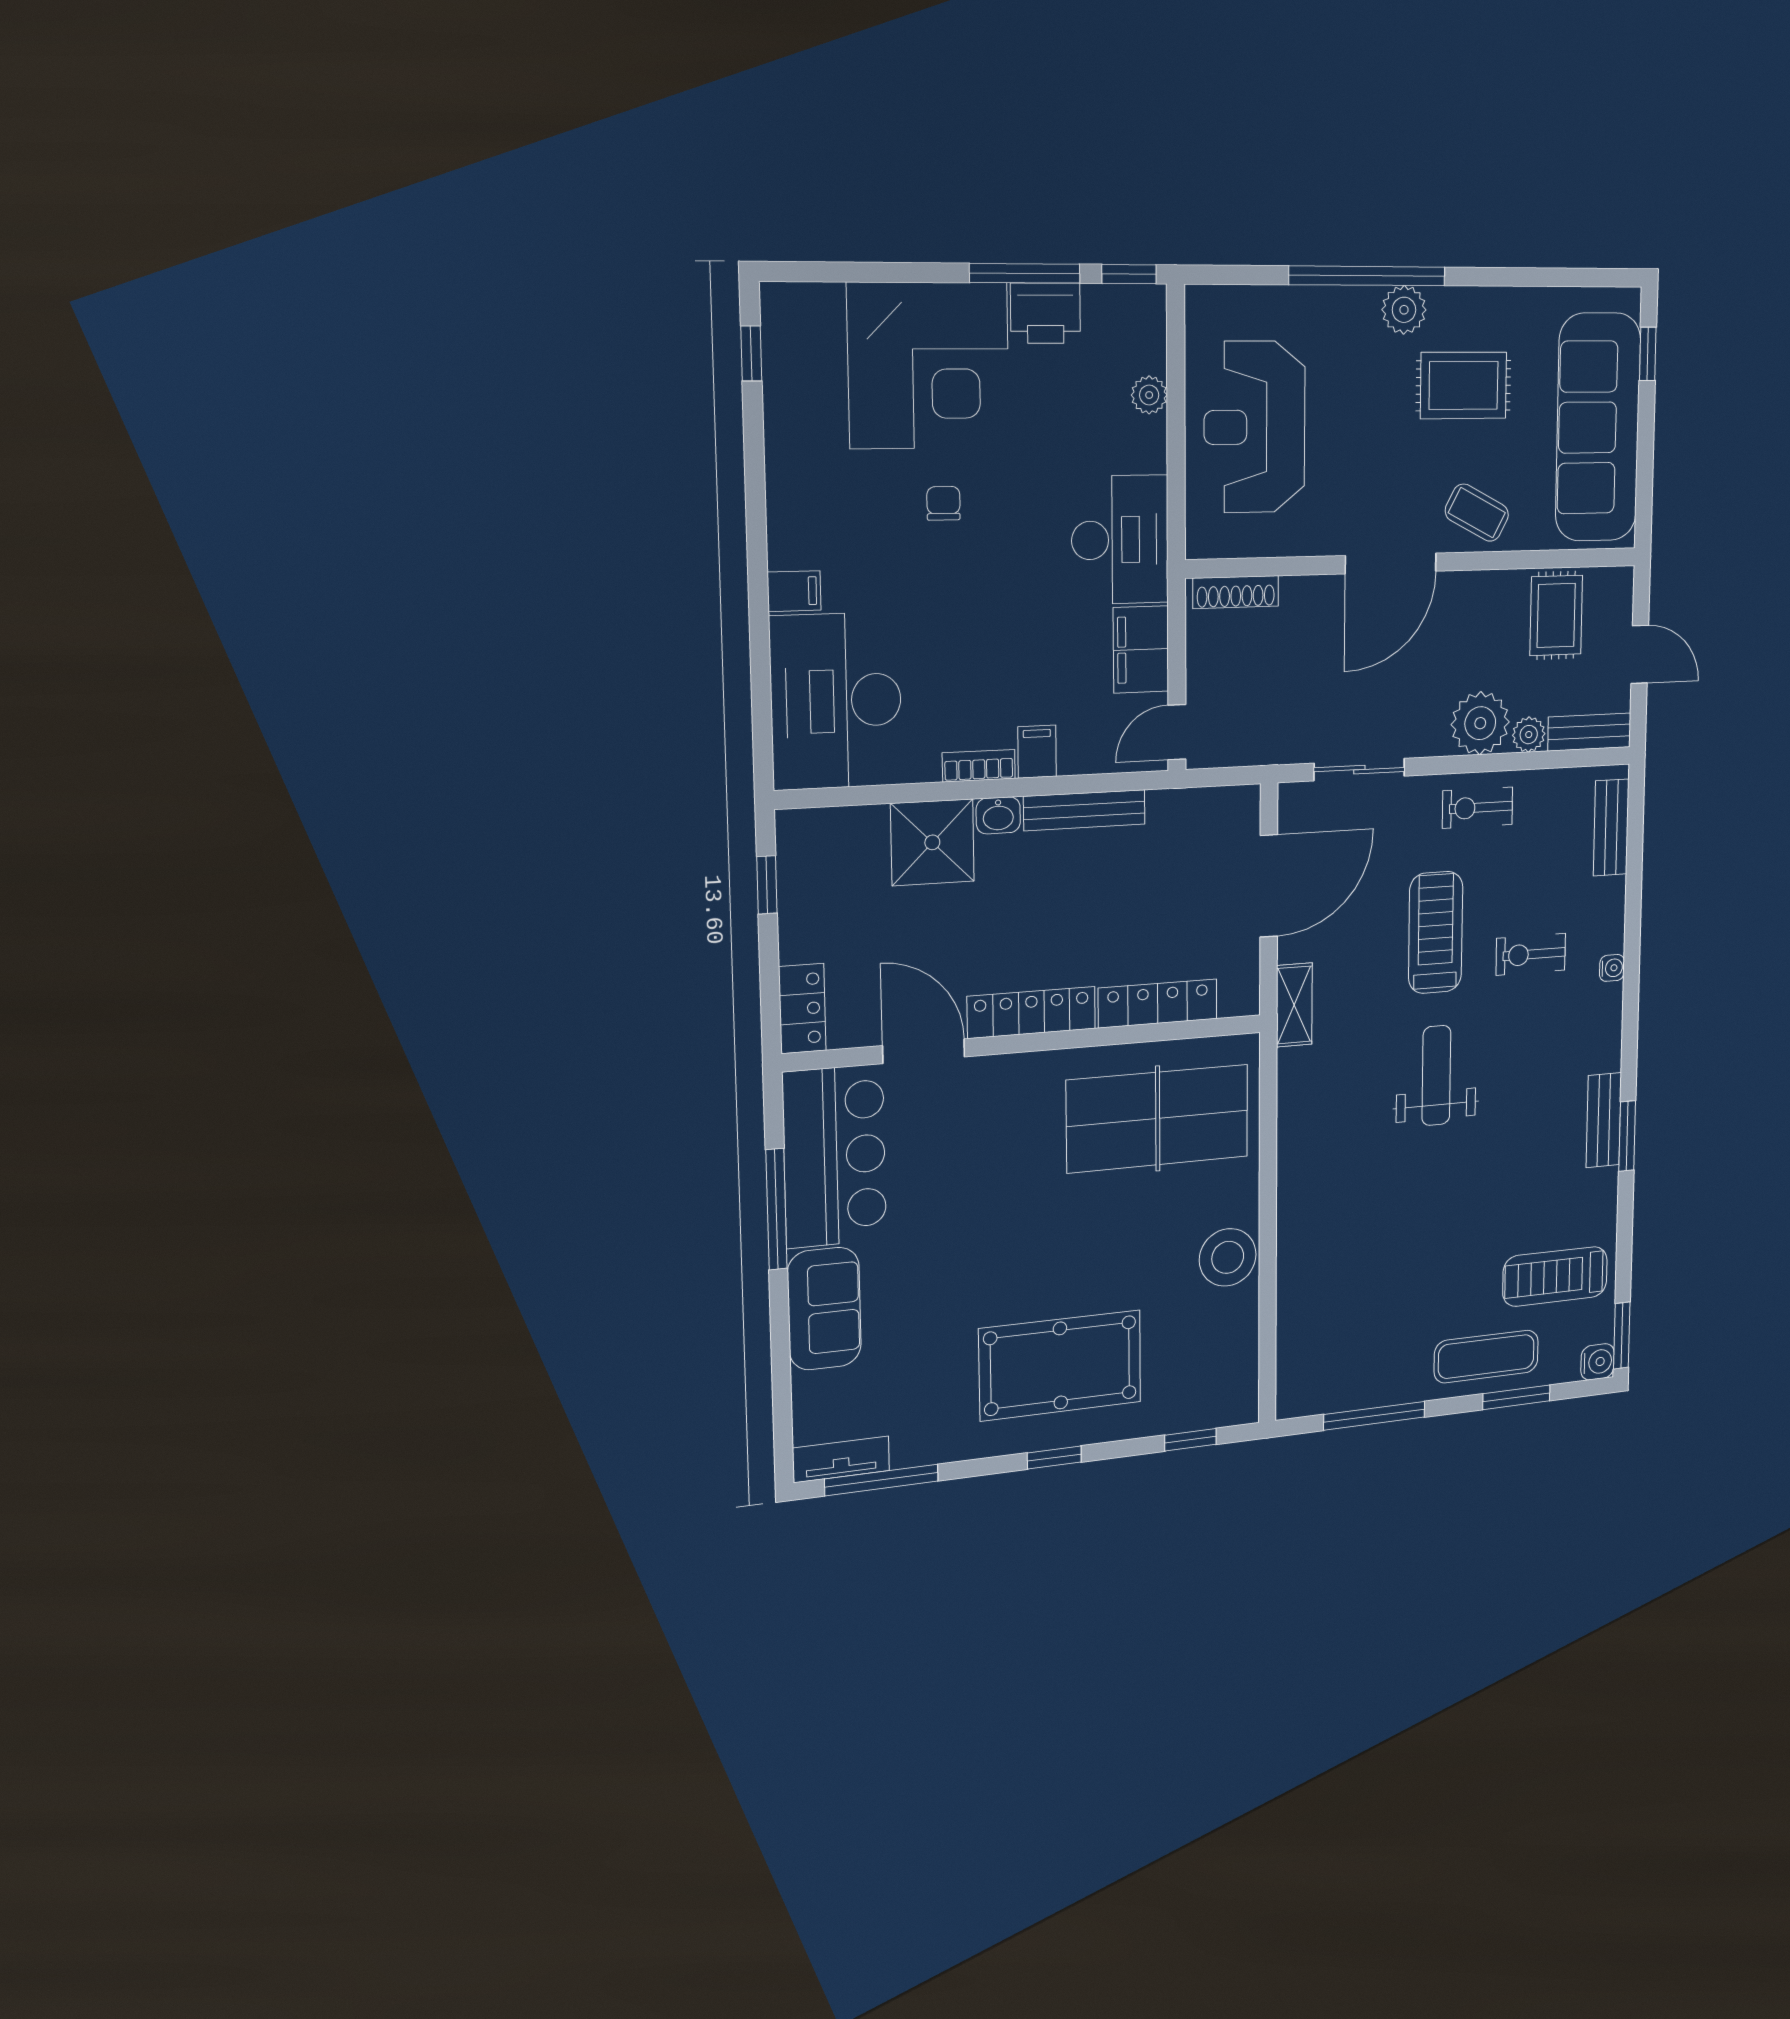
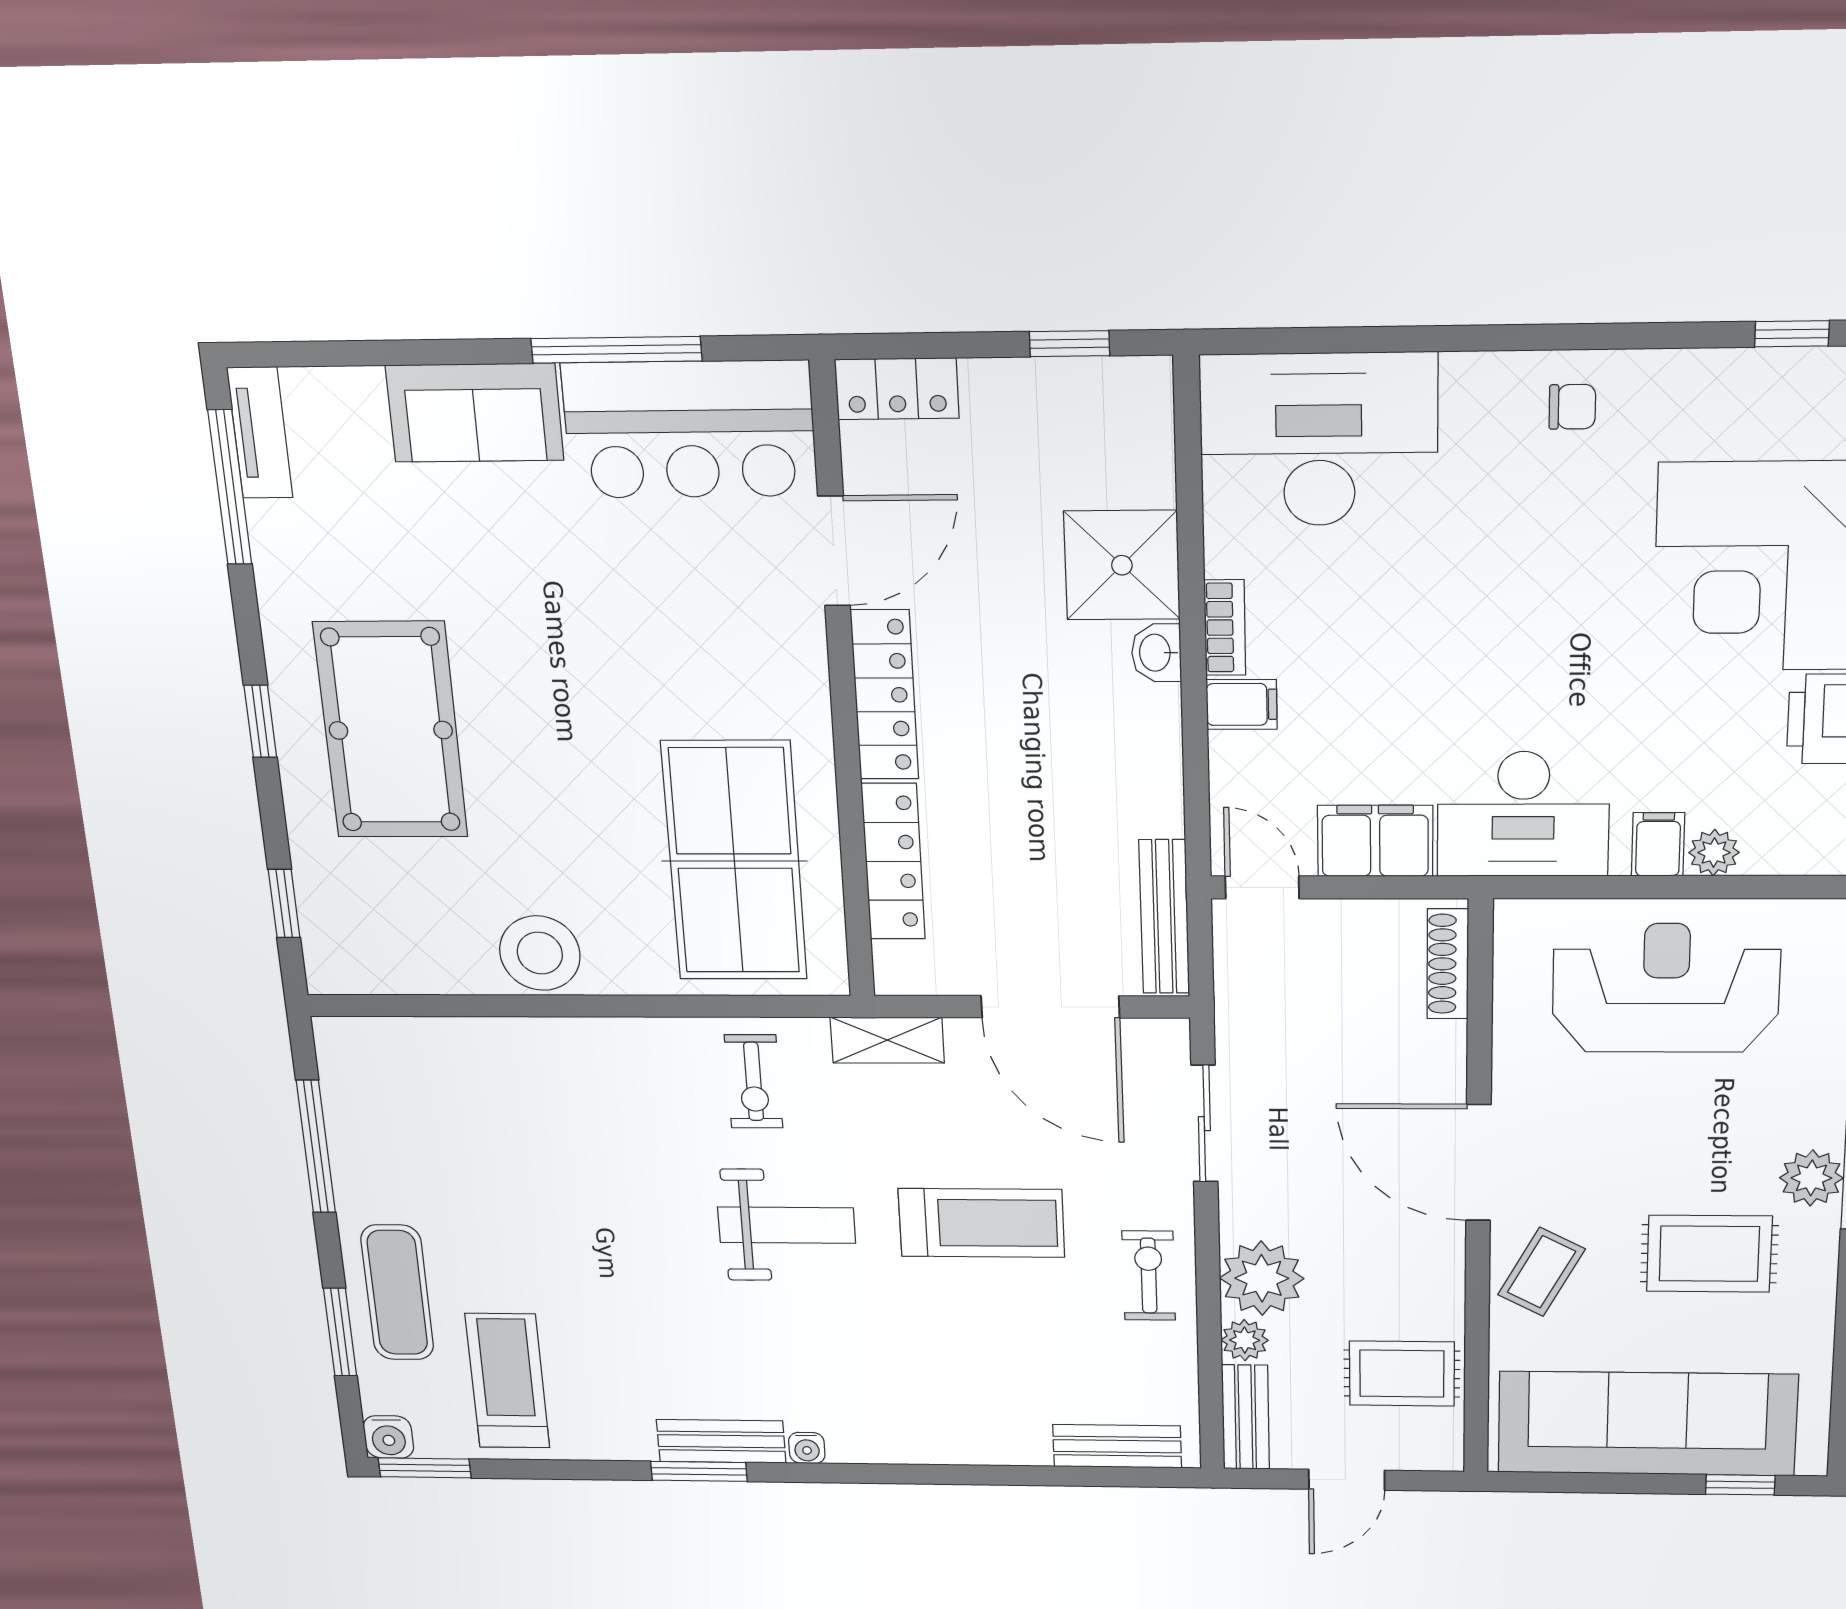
rug: (1463, 385) -> (1709, 1254), turned 90
chair: (943, 503) -> (1572, 407), moved
filing cabinet: (794, 591) -> (1658, 844), moved, turned 180
bench: (1084, 810) -> (1164, 917), moved
exercise bike: (1531, 954) -> (754, 1081), moved, turned 180
water cooler: (1612, 968) -> (807, 1448), moved

